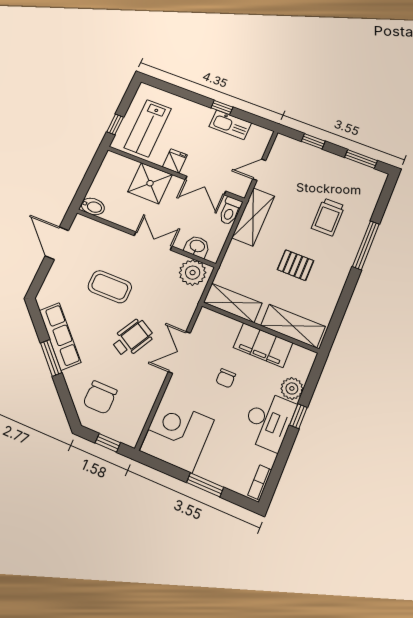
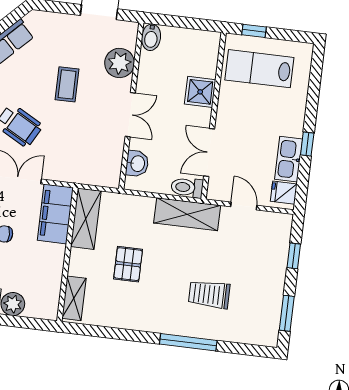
fridge: (175, 161) -> (284, 193), moved, turned 180
shower: (150, 183) -> (200, 92), width x0.73, depth x0.73
pallet: (296, 265) -> (128, 264), moved
plant: (193, 273) -> (120, 63), moved
coffee table: (110, 287) -> (67, 84), width x0.73, depth x0.77
shelving: (293, 326) -> (74, 298), width x0.67, depth x0.75
filing cabinet: (263, 345) -> (55, 214), moved

